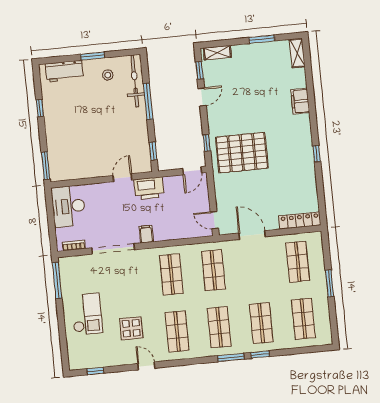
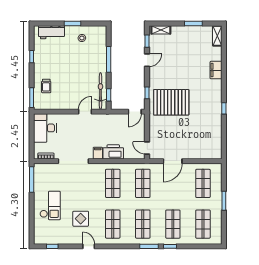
bicycle: (135, 81) -> (100, 91), moved
trolley: (64, 147) -> (46, 86), added
printer: (149, 188) -> (113, 152), moved, turned 180
locker: (300, 221) -> (207, 154), removed
door: (252, 235) -> (173, 161), swing flipped

